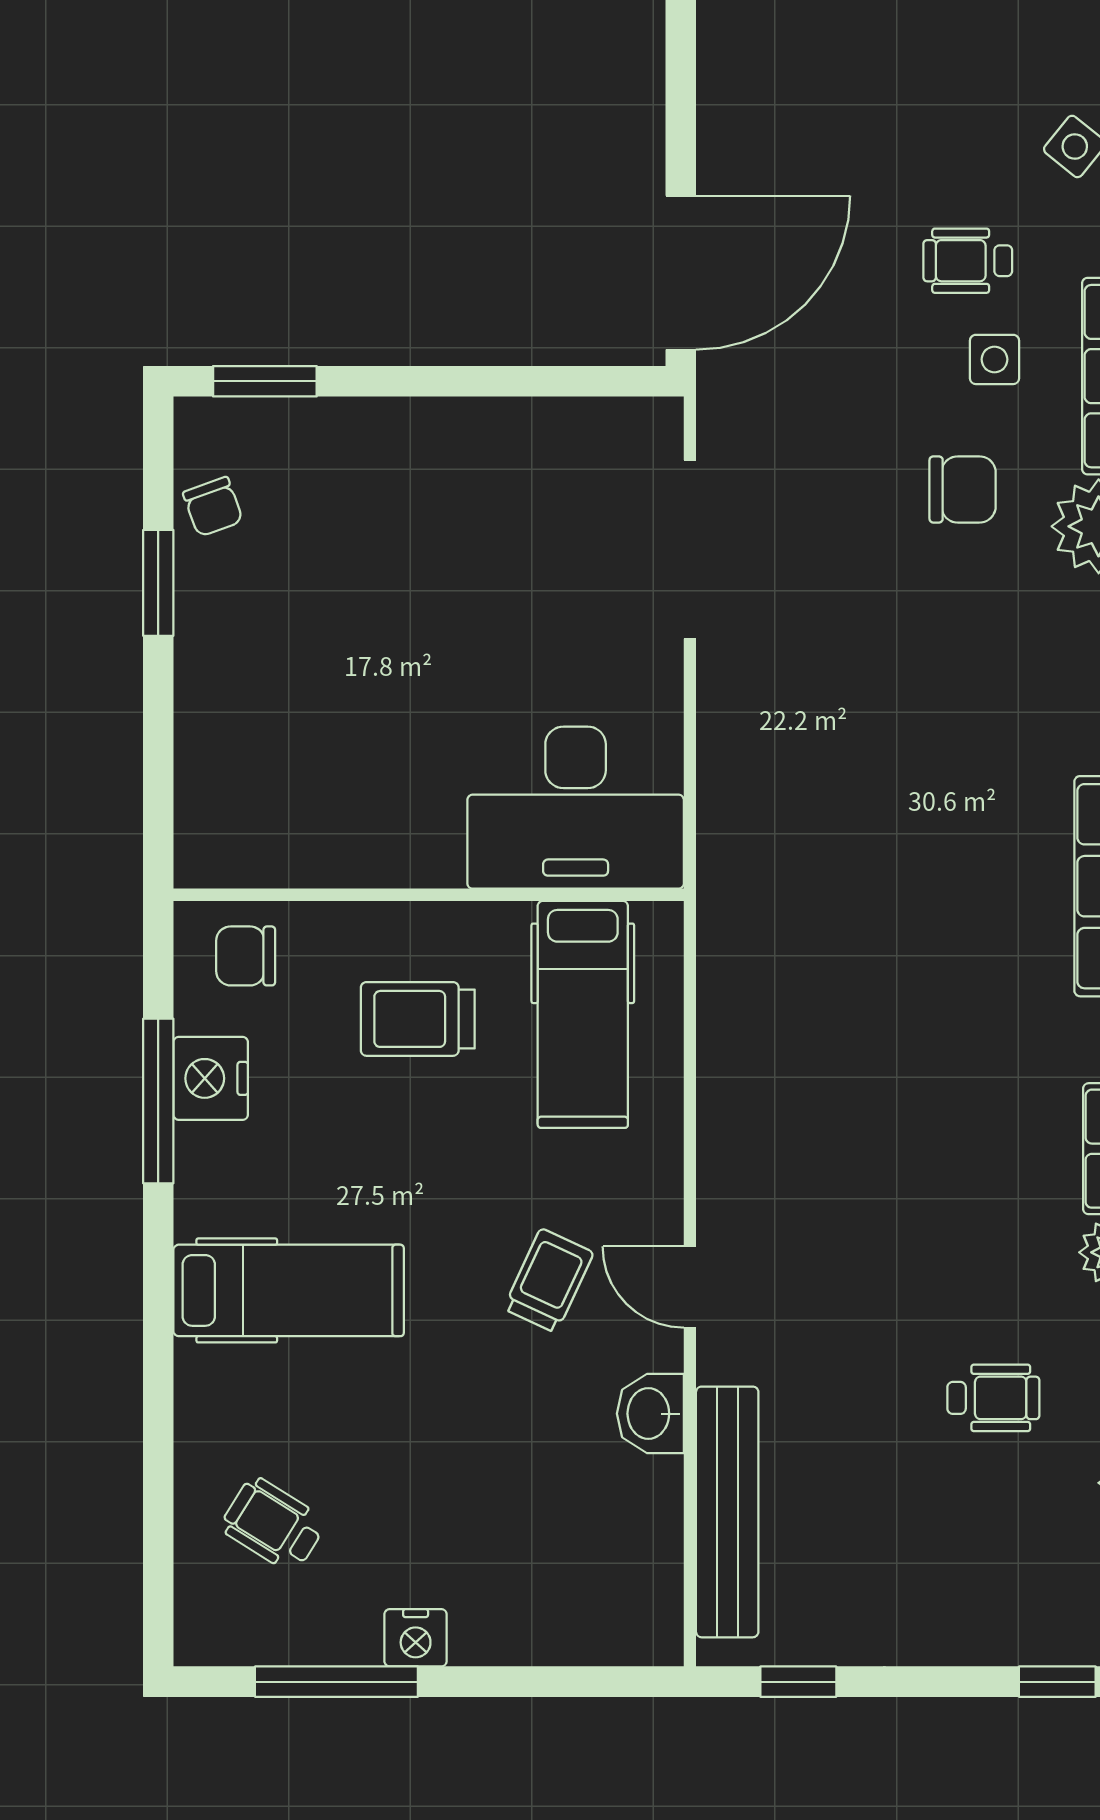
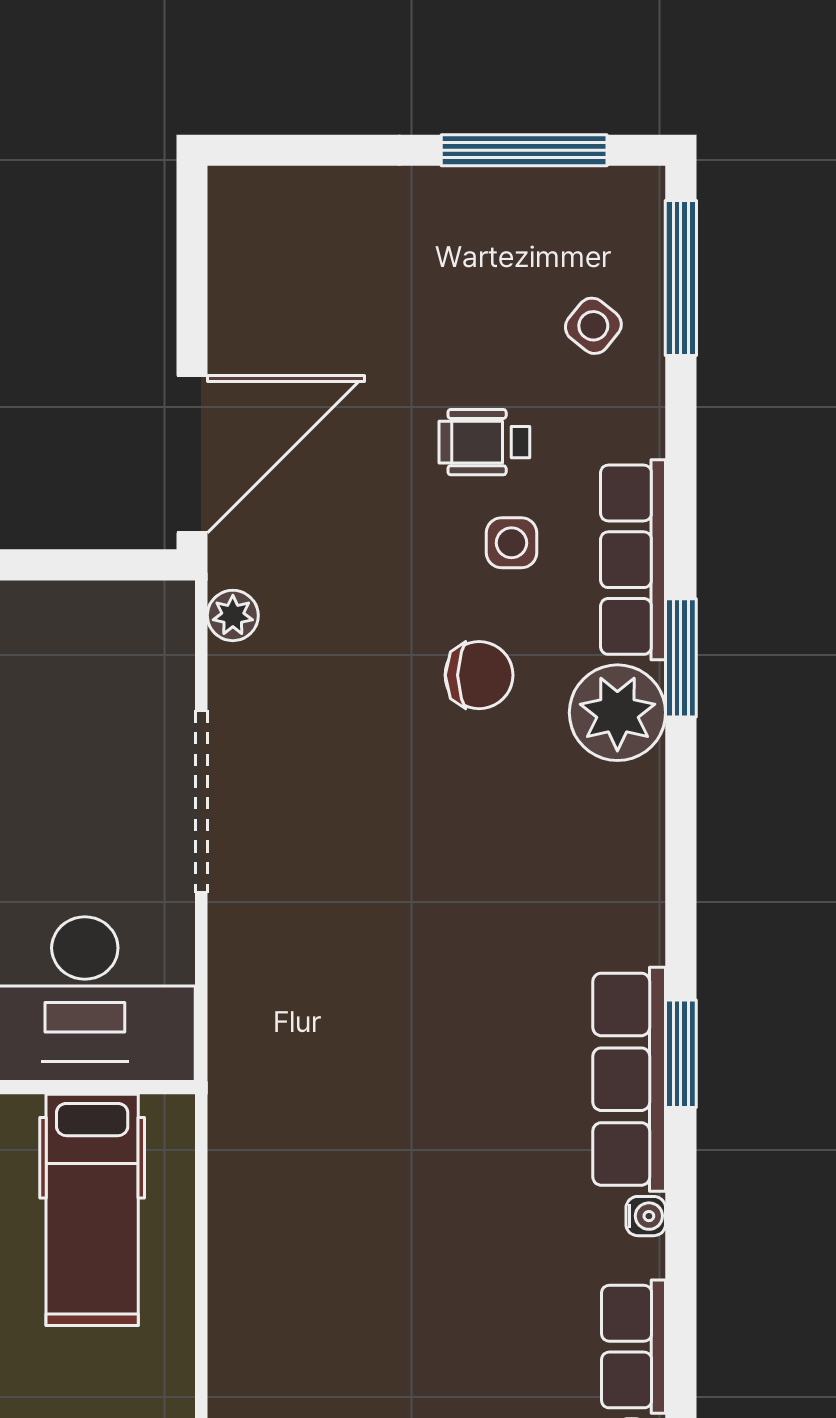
plant: (721, 431) -> (233, 615), added
doorway: (690, 549) -> (201, 802), moved

